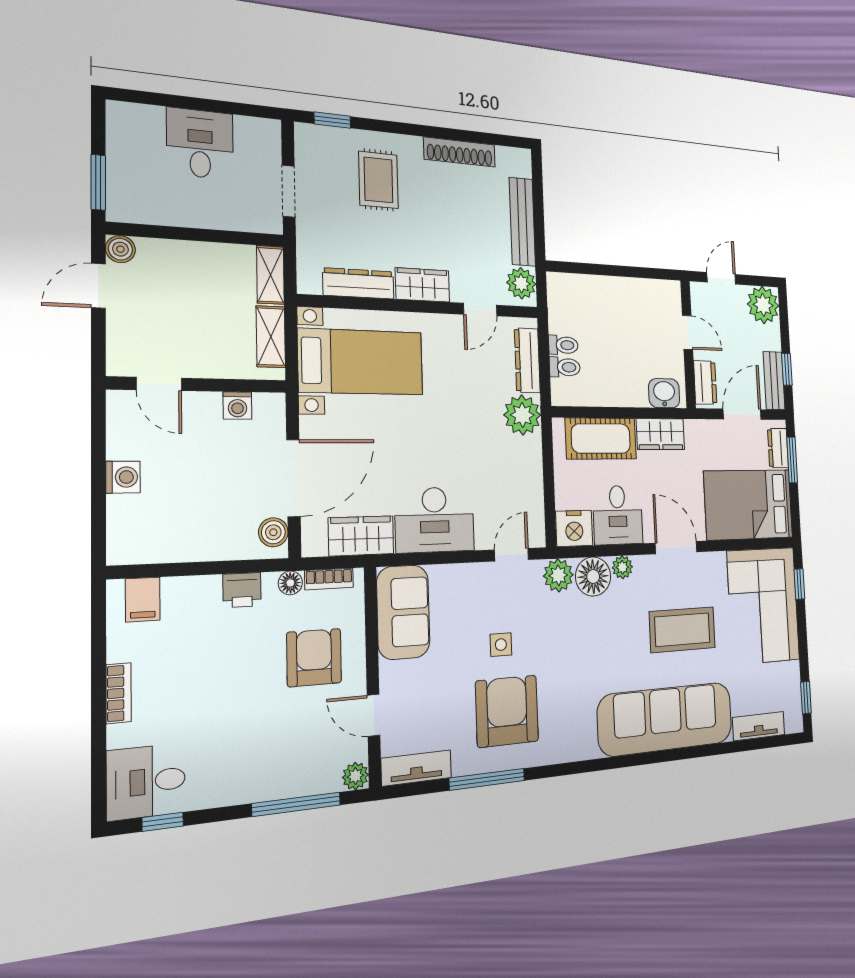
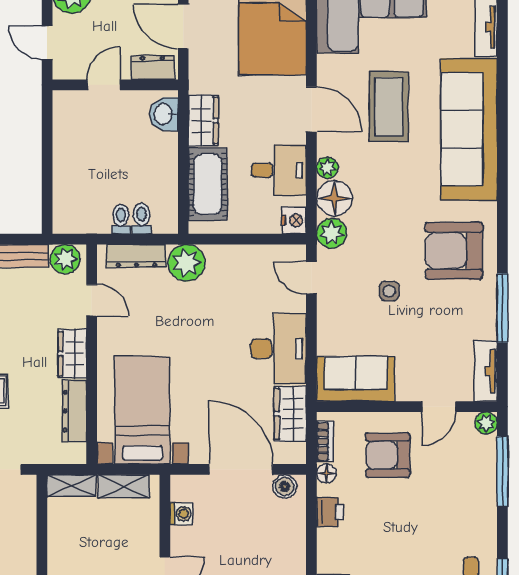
nightstand: (574, 528) -> (294, 220), width x0.74, depth x0.75
door: (676, 548) -> (311, 109), swing flipped
armchair: (507, 711) -> (454, 251), moved

